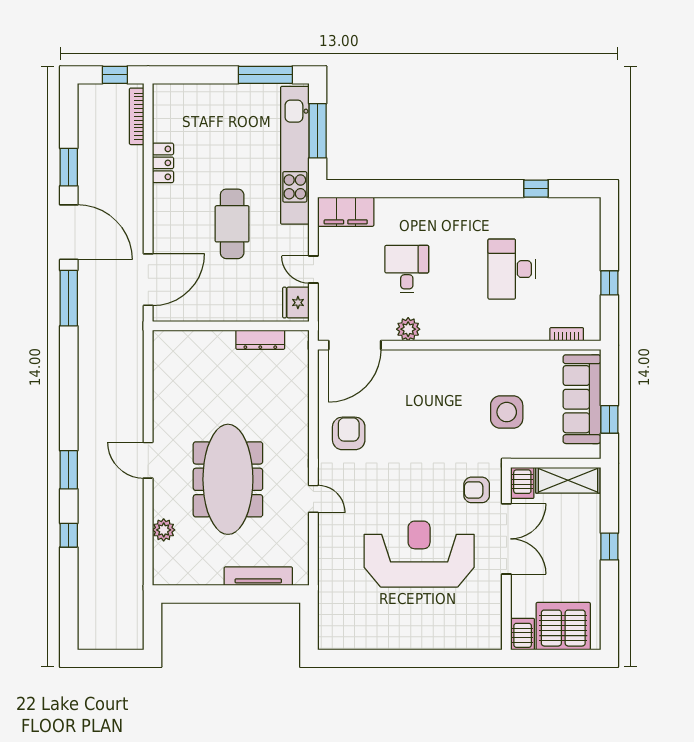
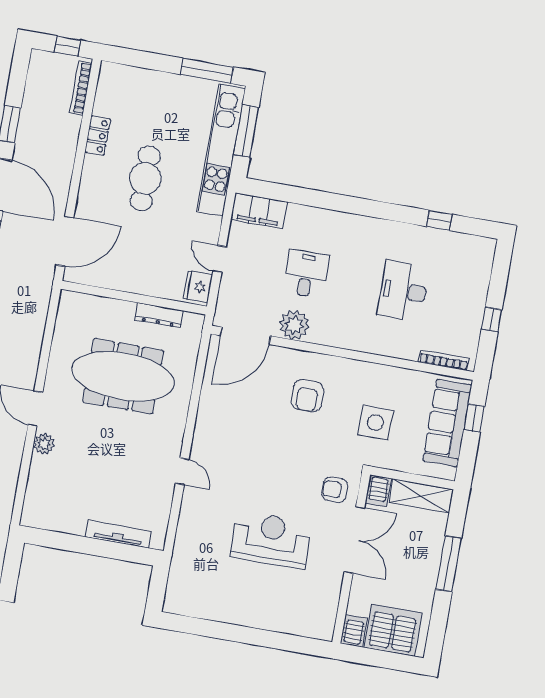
cafe table: (232, 224) -> (145, 178), moved
plant: (408, 329) -> (294, 325), width x1.36, depth x1.36
bookcase: (567, 334) -> (444, 360), width x1.56
window: (609, 419) -> (474, 418), moved
armchair: (349, 433) -> (307, 396), moved, turned 180
meeting table: (228, 479) -> (123, 376), moved, turned 90
plant: (164, 530) -> (44, 444), moved
window: (609, 546) -> (449, 564), width x2.17
reception desk: (419, 554) -> (271, 540), width x0.74, depth x0.77

